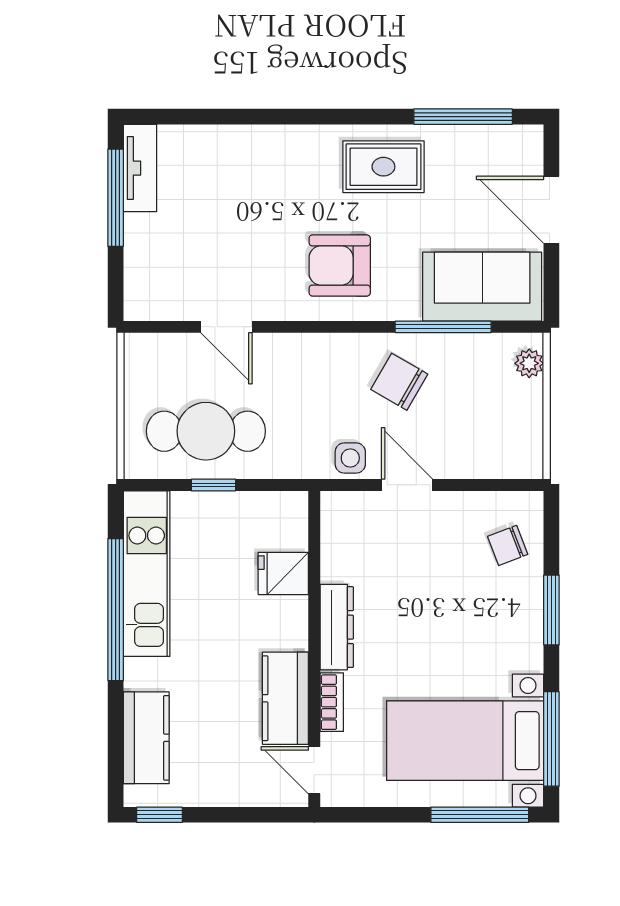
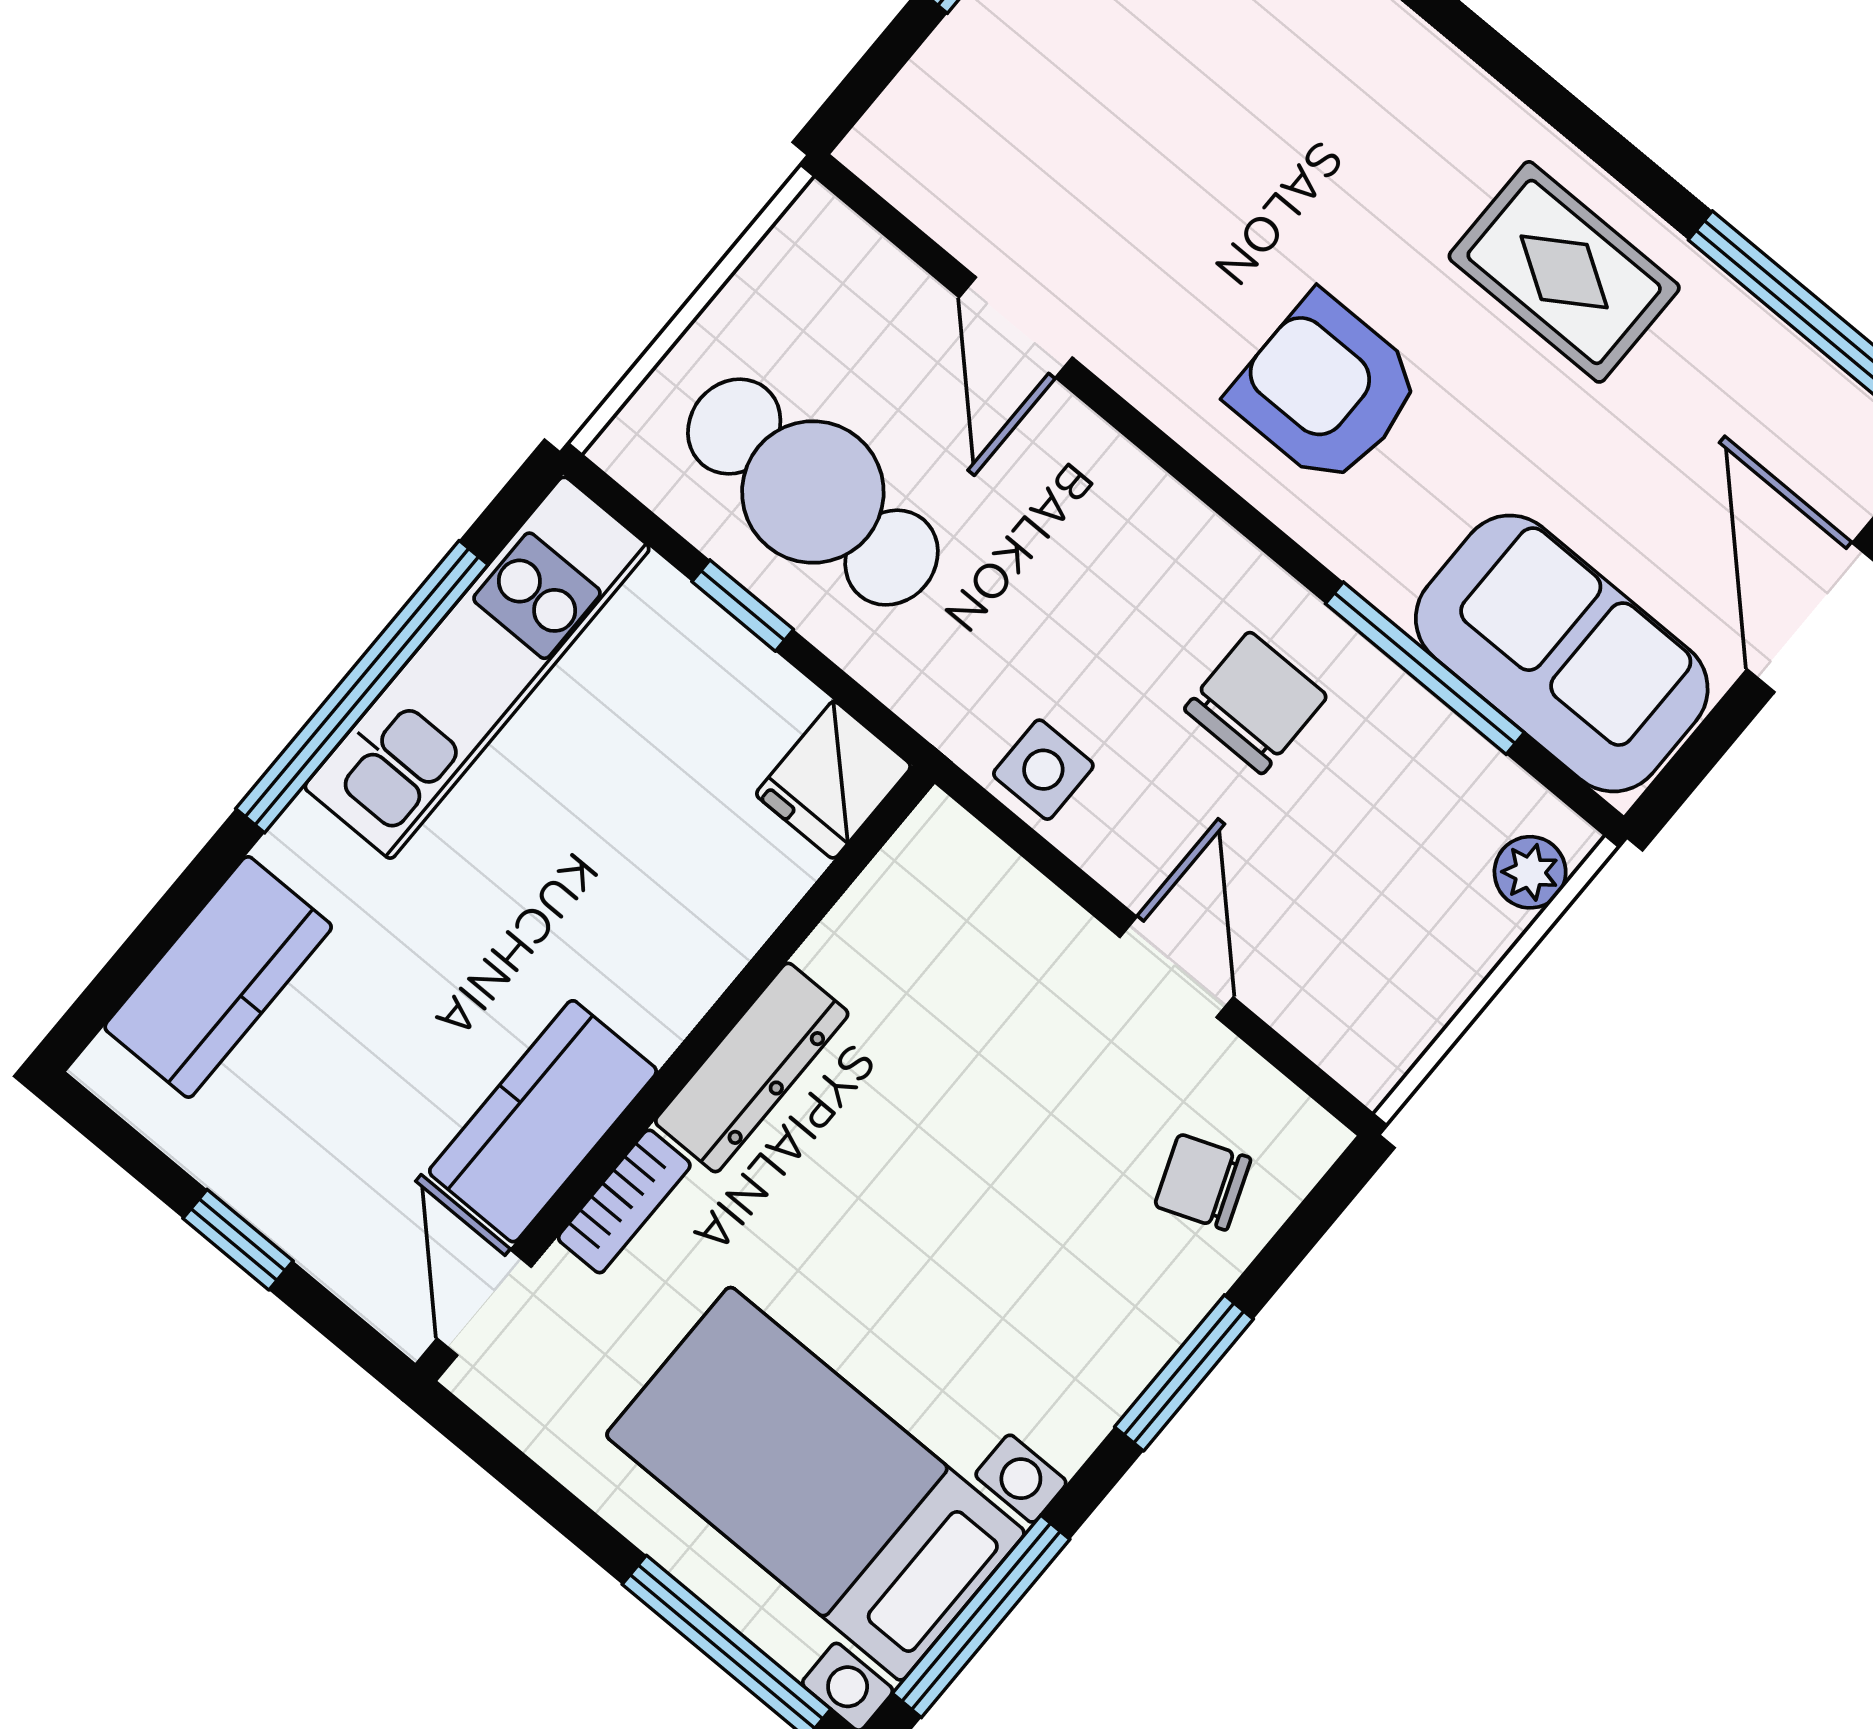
chair: (399, 382) -> (1256, 703), turned 60
door: (407, 485) -> (1177, 967), moved
fridge: (283, 573) -> (833, 780), moved, turned -90
window: (159, 815) -> (238, 1240), moved

